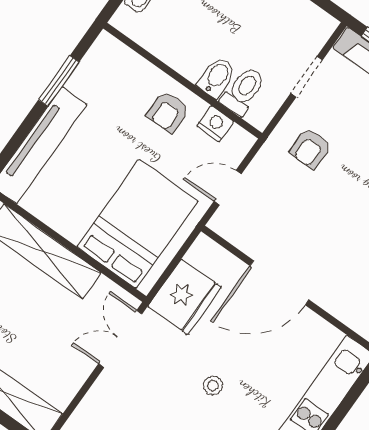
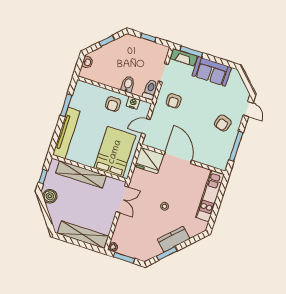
toilet: (243, 91) -> (150, 90), moved
door: (279, 283) -> (178, 158), swing flipped
fridge: (185, 297) -> (149, 160), moved, turned 90
double door: (120, 339) -> (122, 199), swing flipped

